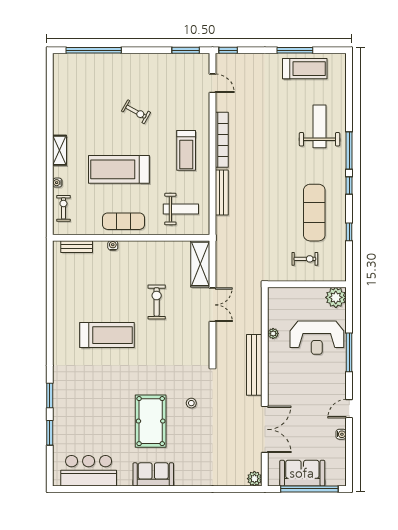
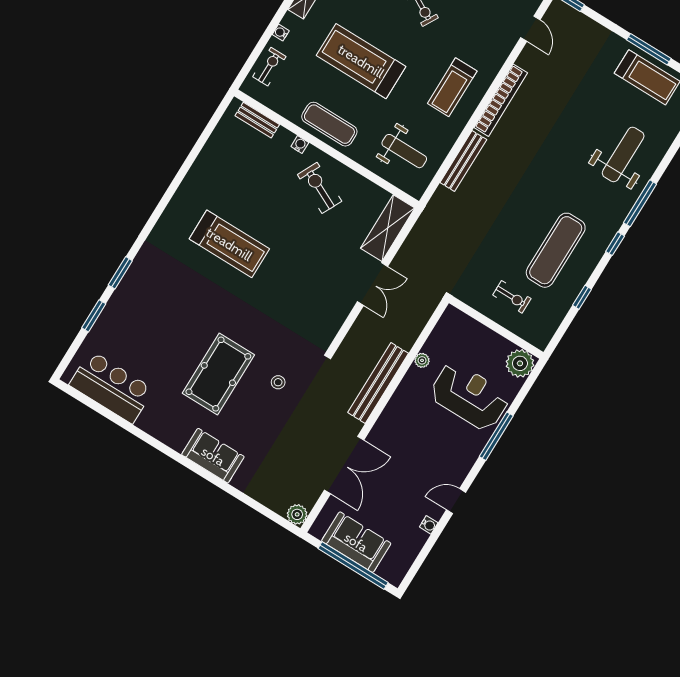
exercise bike: (157, 302) -> (320, 188), moved, turned -64
reception desk: (317, 338) -> (469, 396), turned 180
sofa: (153, 474) -> (213, 456), moved

